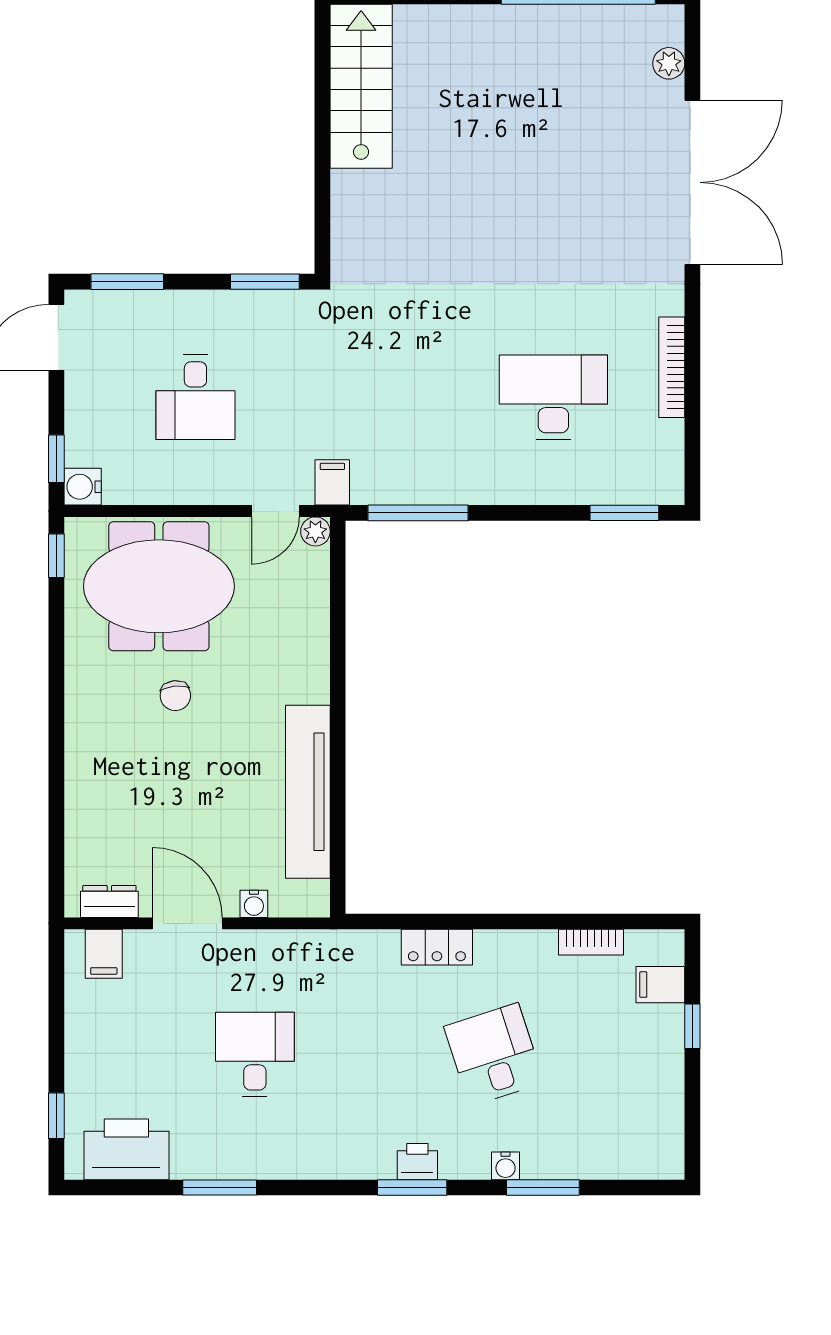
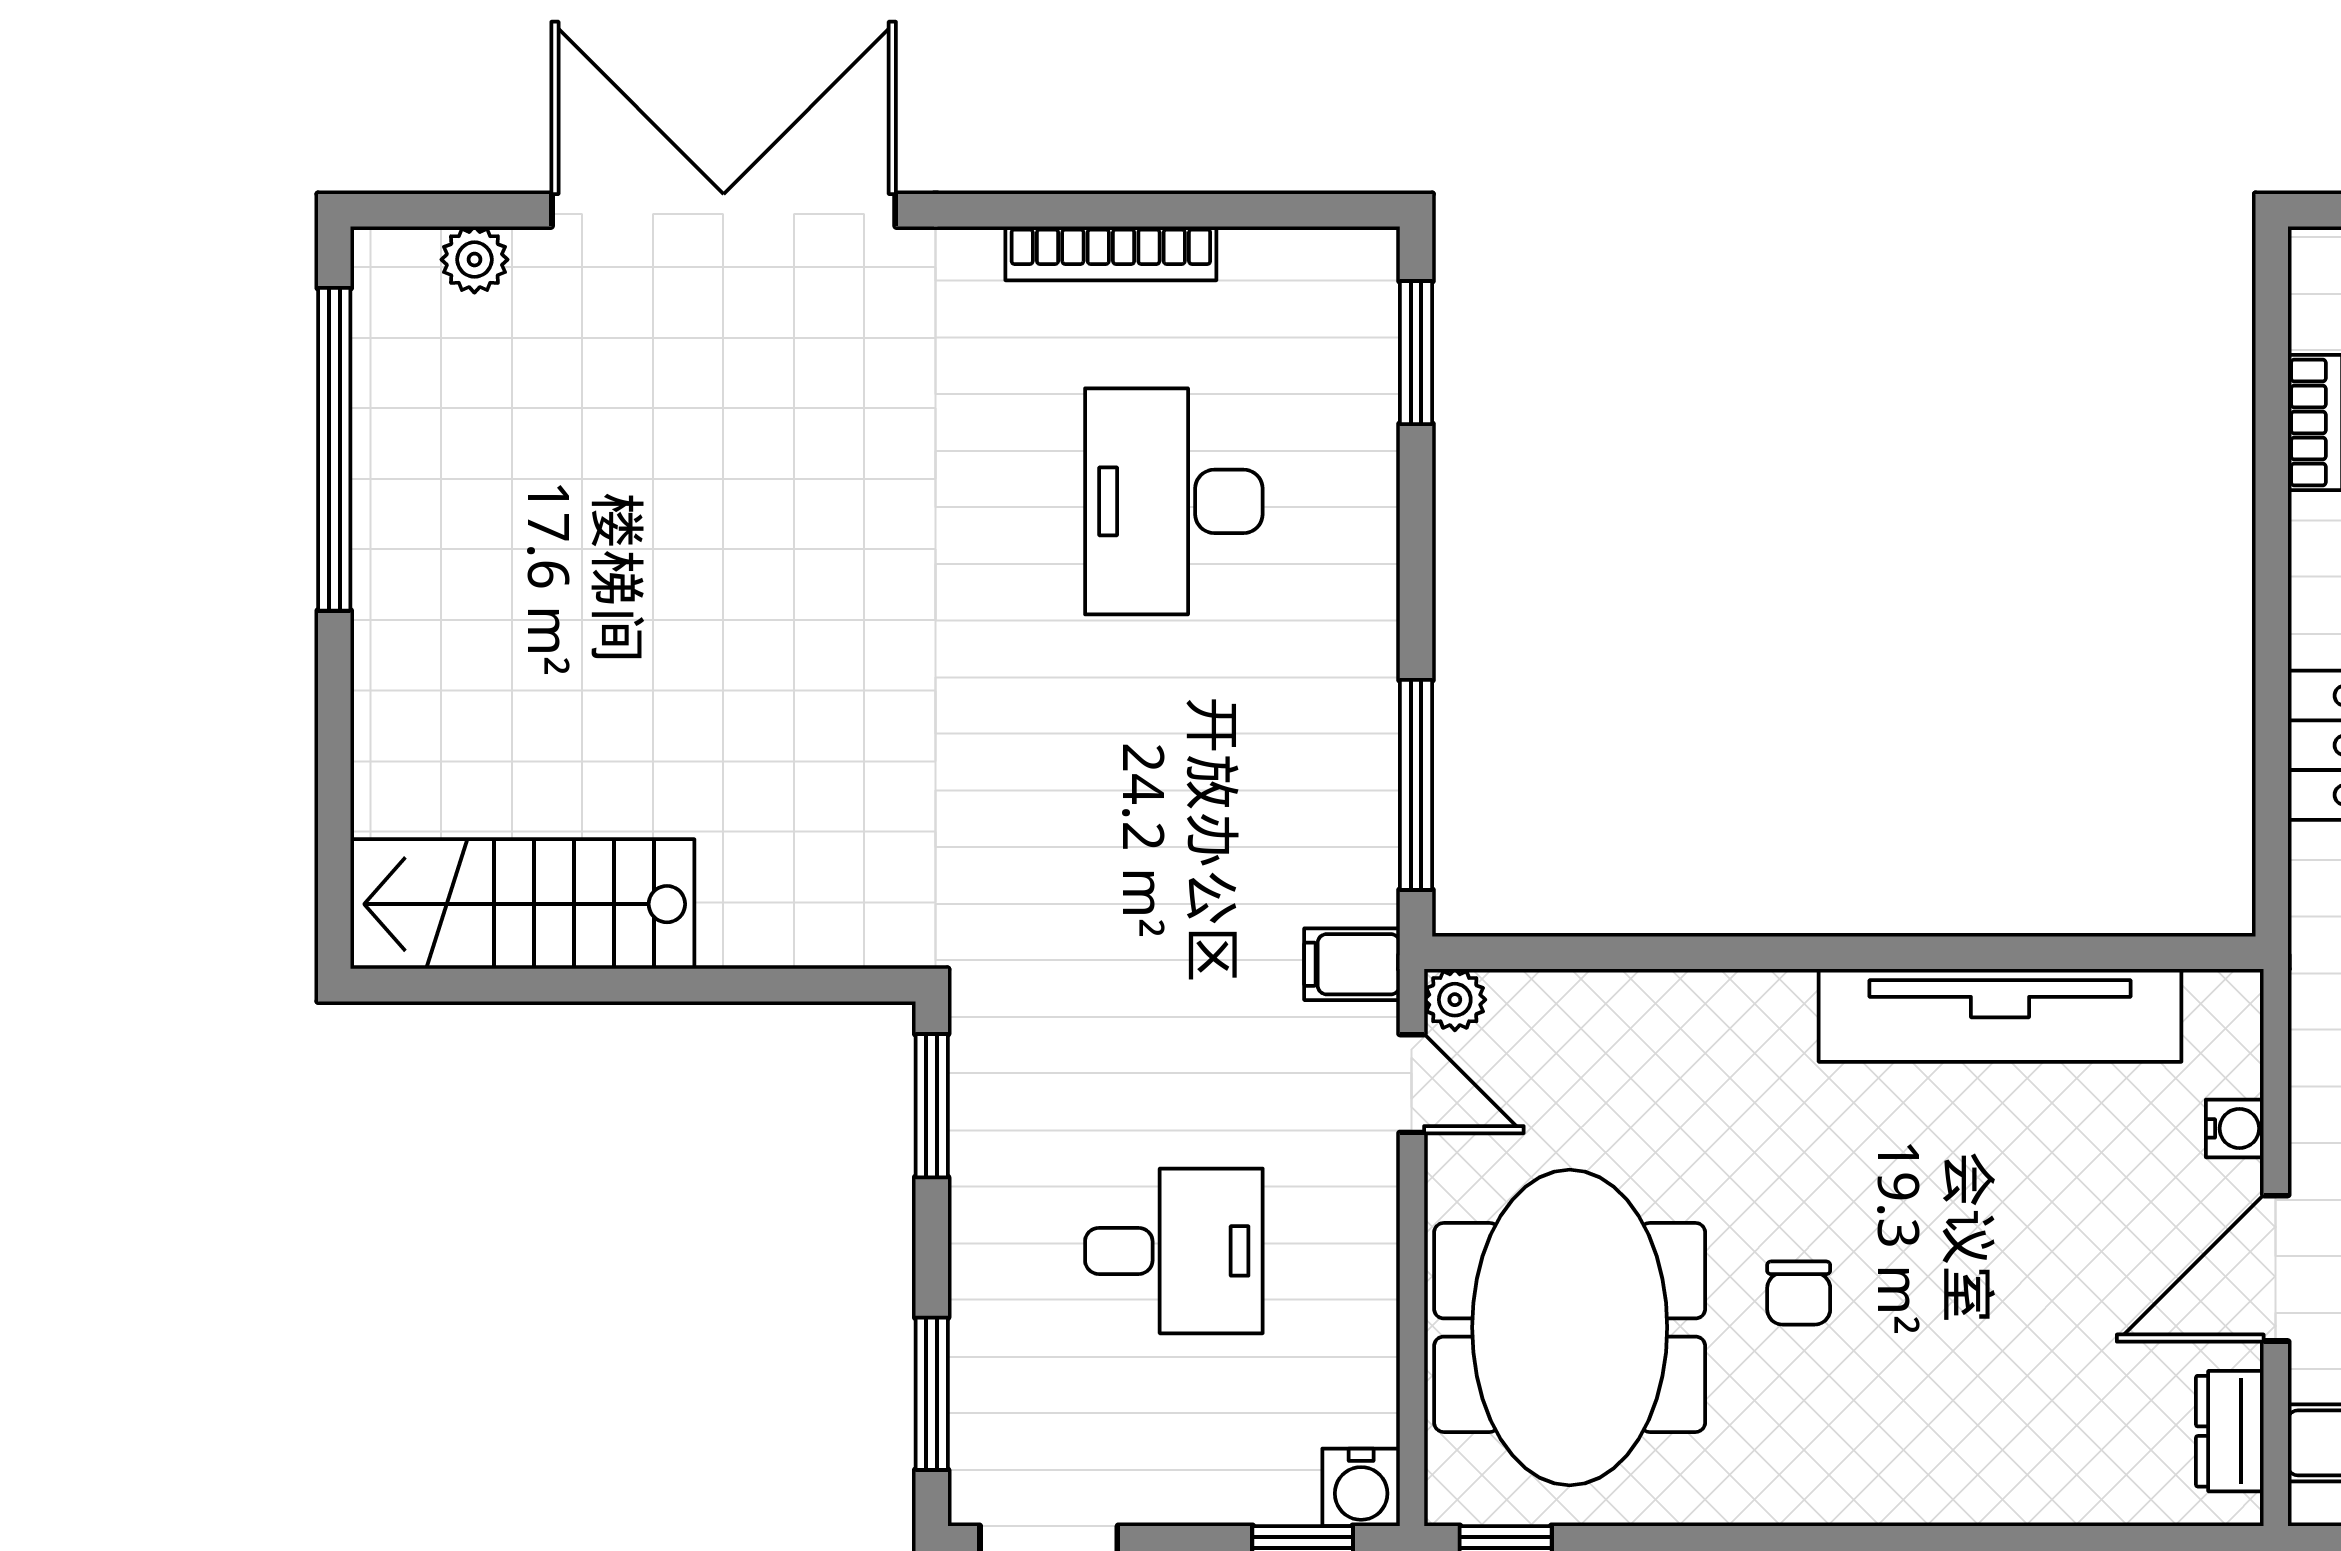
chair: (175, 696) -> (1799, 1293), turned 96

